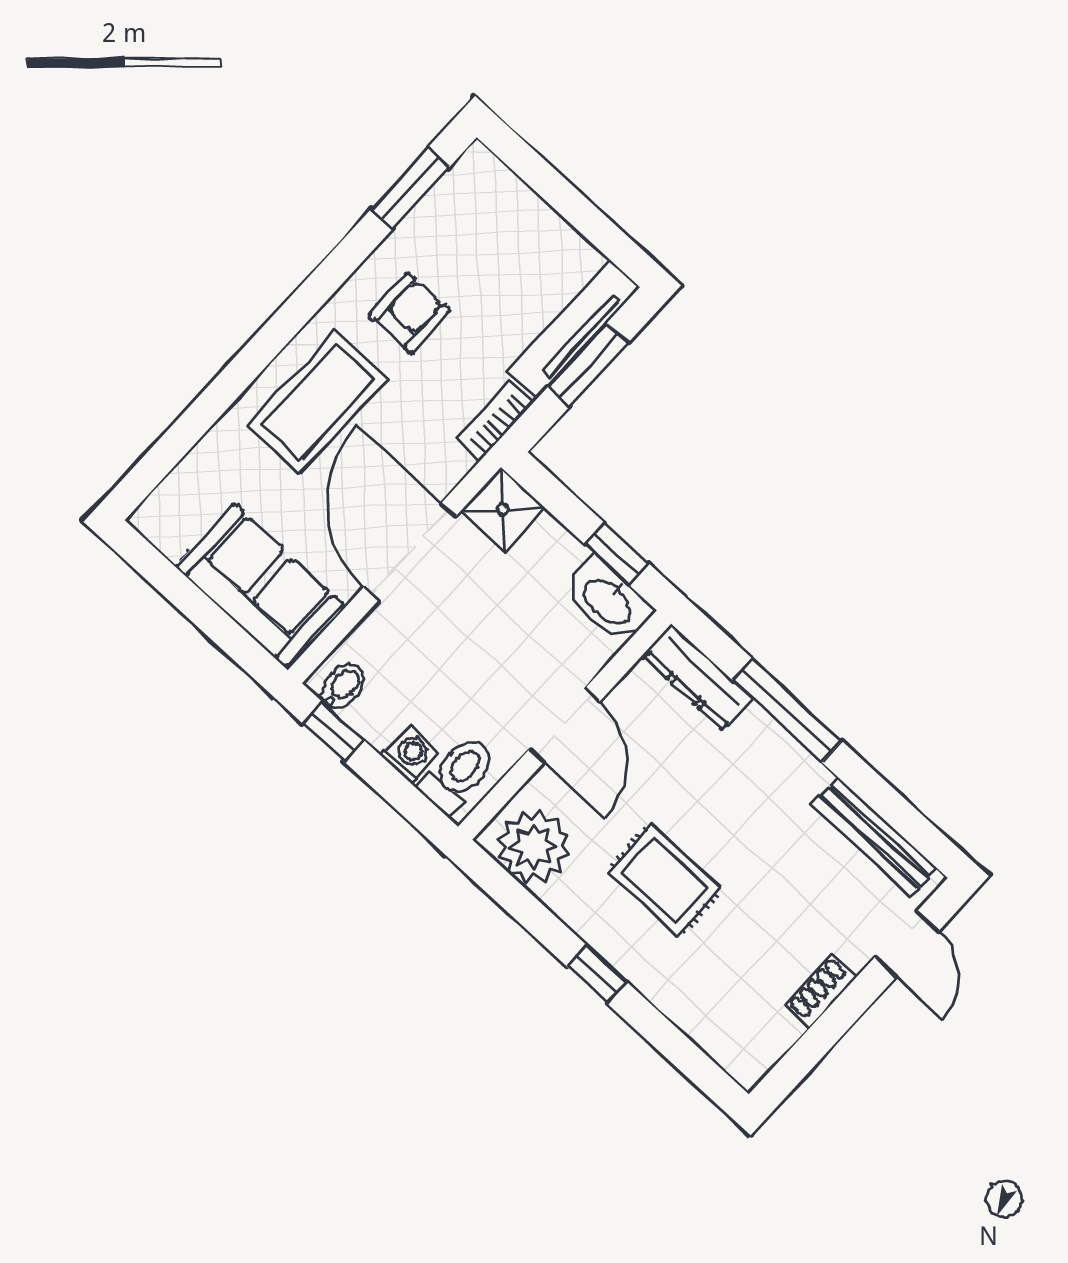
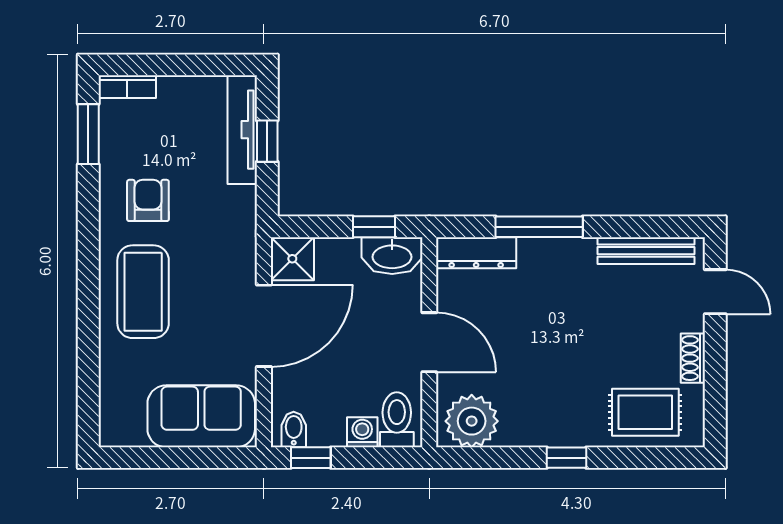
window: (588, 365) -> (267, 141), width x0.67
bookcase: (495, 421) -> (127, 87), moved, turned -90
door: (410, 552) -> (264, 326), swing flipped
rug: (664, 880) -> (645, 412), moved

